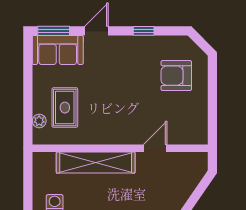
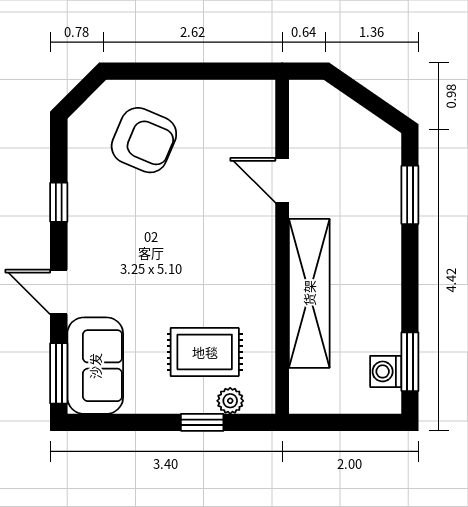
armchair: (176, 76) -> (144, 140), turned -67
window: (28, 106) -> (202, 422), added

